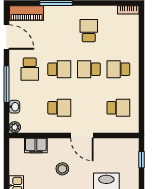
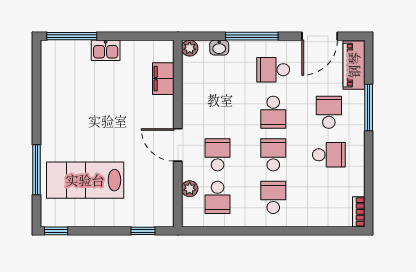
school desk: (59, 31) -> (329, 112), added
school desk: (59, 108) -> (218, 155), moved, turned 180
plant: (112, 127) -> (190, 189), added
door: (82, 135) -> (178, 145), hinge flipped
stool: (62, 169) -> (130, 117), removed

